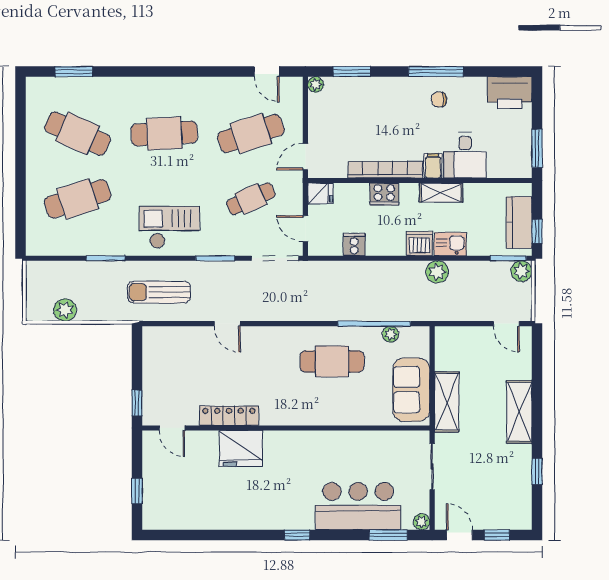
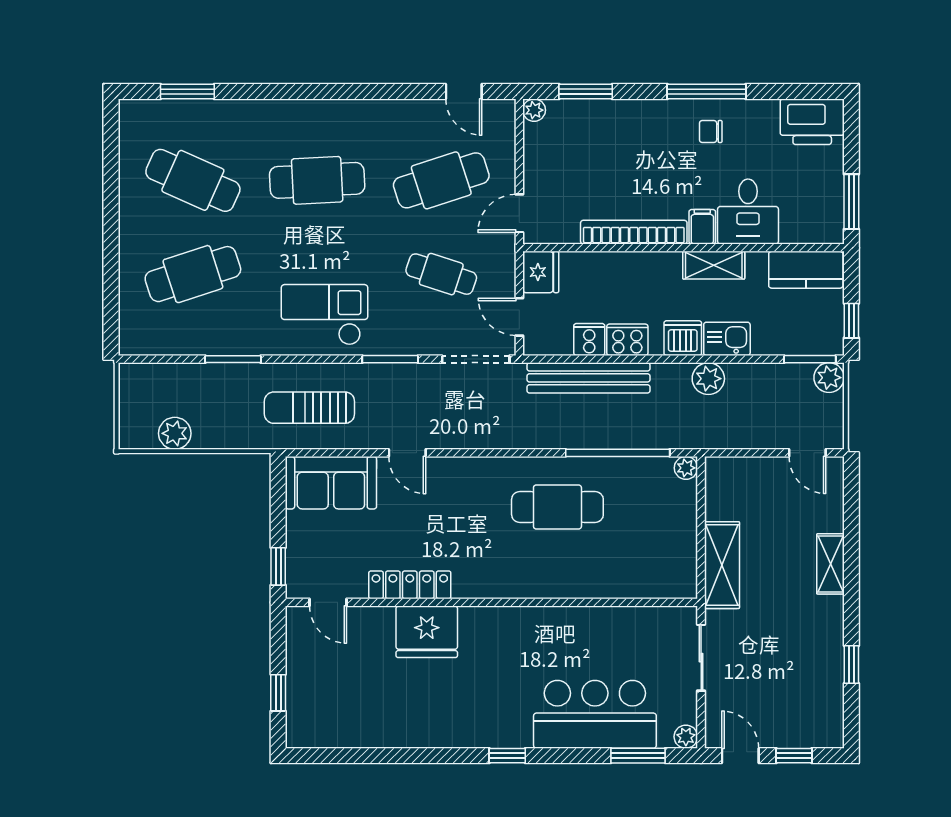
fridge: (320, 193) -> (541, 272), width x1.38
cooker: (384, 194) -> (627, 340), moved, turned 180
cafe table: (251, 199) -> (441, 274), turned 42
kitchen counter: (519, 223) -> (806, 270), moved, turned -90
bench: (354, 271) -> (589, 378), added
plant: (391, 334) -> (686, 468), moved
sofa: (411, 390) -> (331, 483), moved, turned -90
shelving: (519, 412) -> (830, 564), width x0.67, depth x0.75

